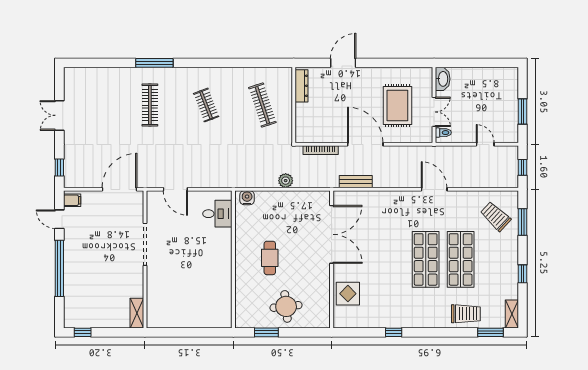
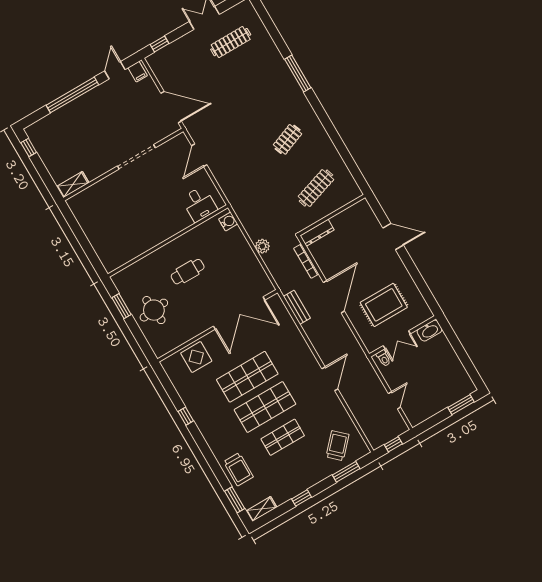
dresser: (302, 86) -> (317, 233), moved
clothes rail: (150, 105) -> (231, 42), moved
window: (522, 111) -> (461, 405), moved
shop shelf: (391, 259) -> (247, 377), added
shop shelf: (461, 259) -> (283, 437), width x0.70, depth x0.74

